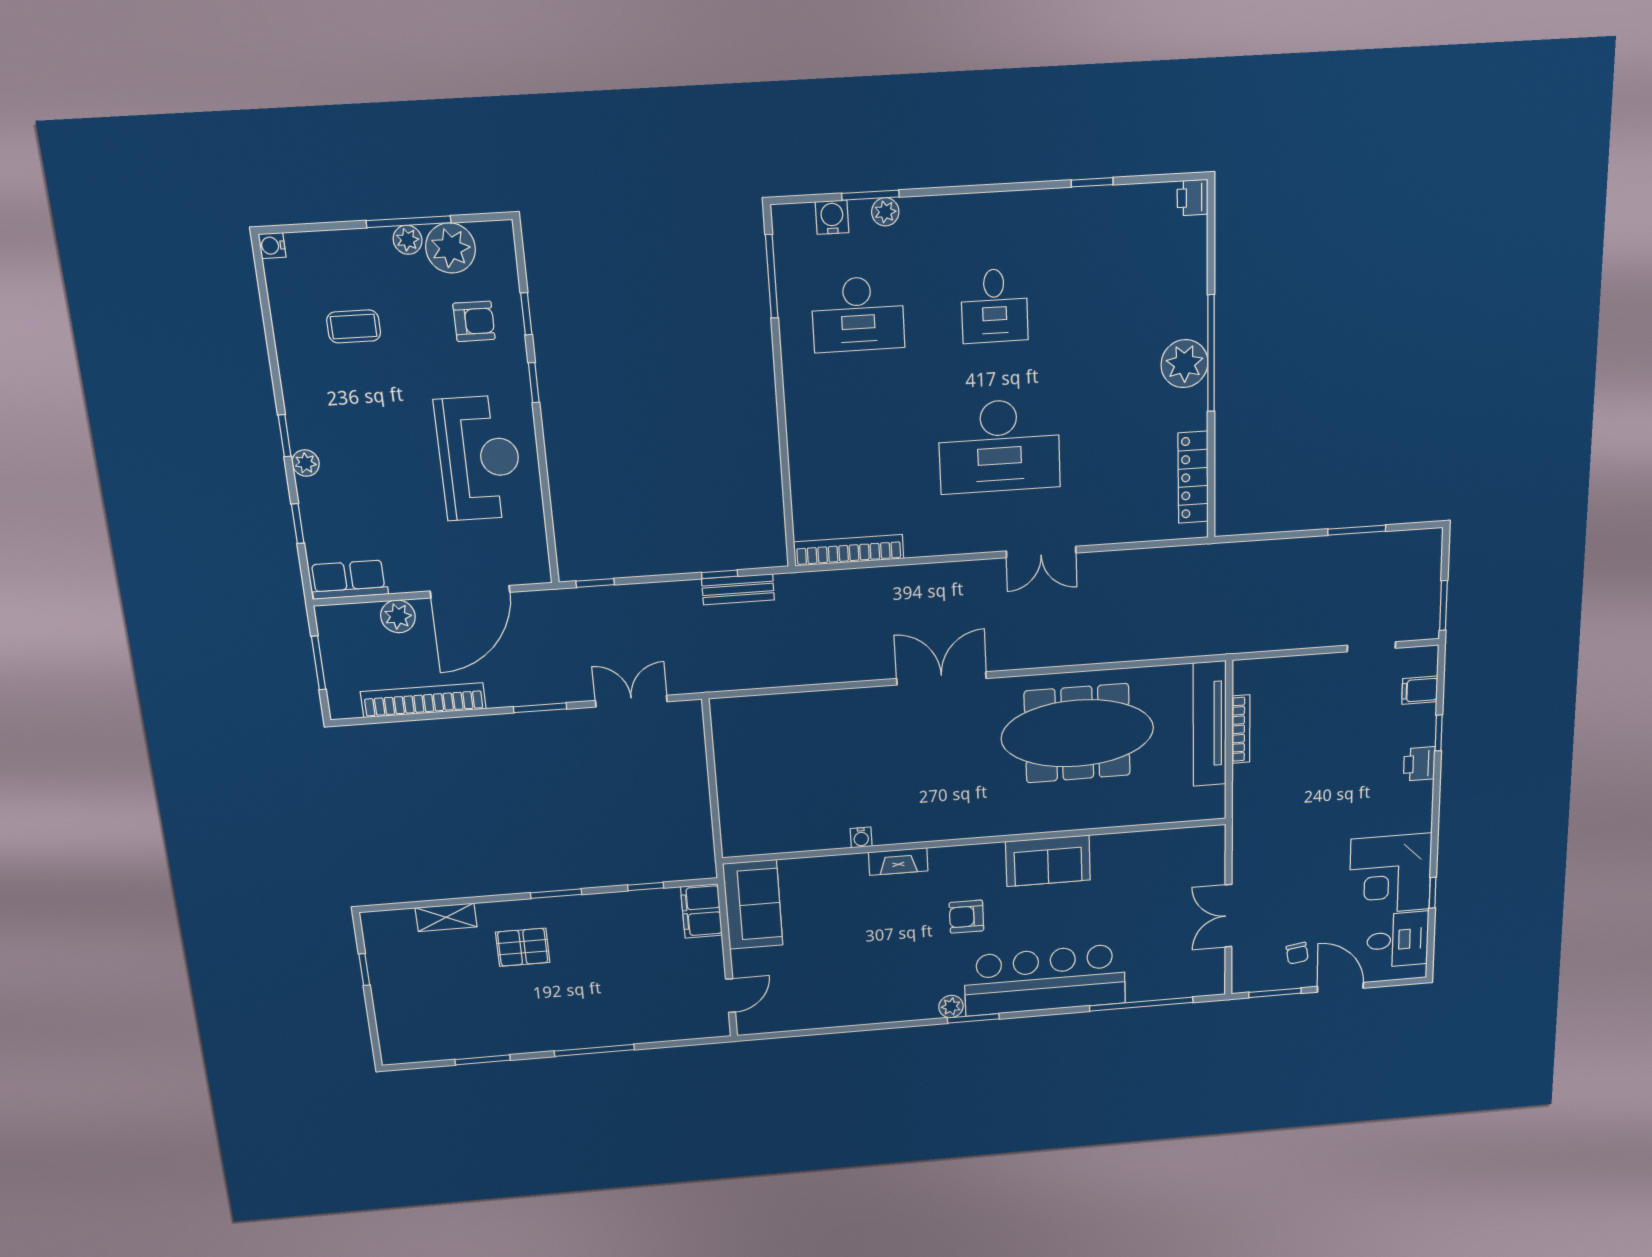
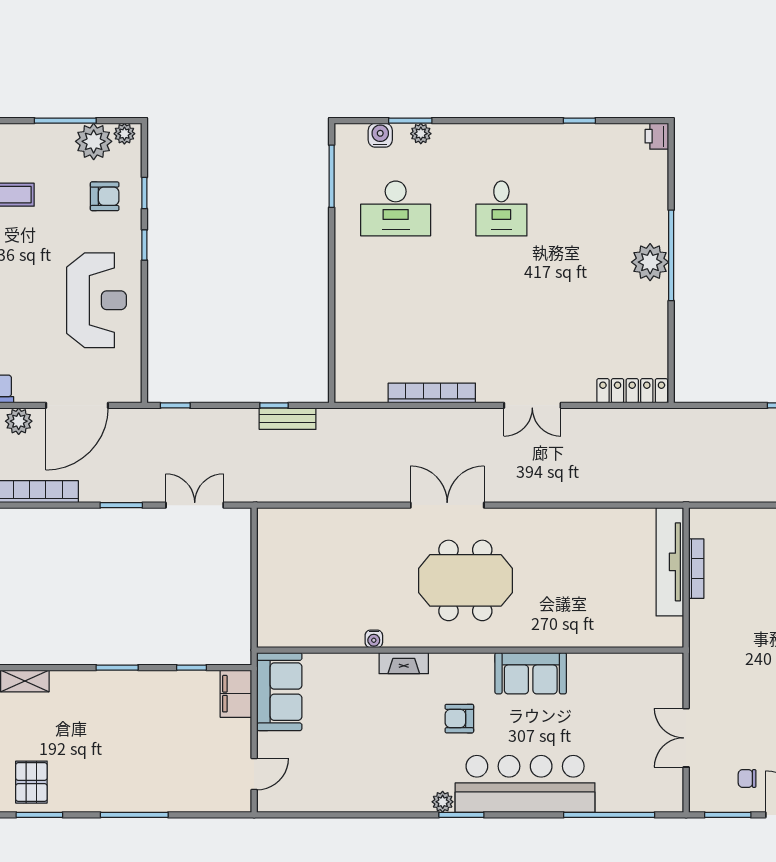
plant: (408, 240) -> (124, 134), moved
desk: (999, 446) -> (501, 318), removed
locker: (1193, 477) -> (632, 391), moved, turned 90
bookcase: (849, 550) -> (432, 393), moved
meeting table: (1077, 733) -> (465, 580), moved, width x0.73
pallet: (523, 947) -> (31, 782), moved, turned 90
chair: (1297, 953) -> (747, 778), turned 99

